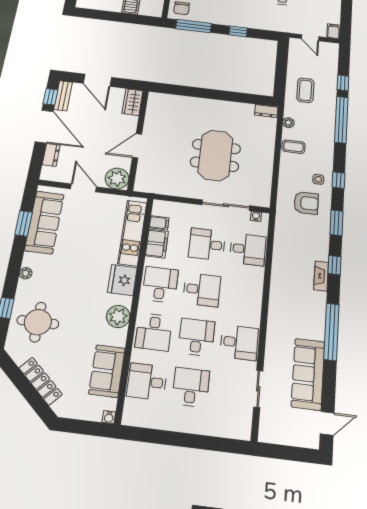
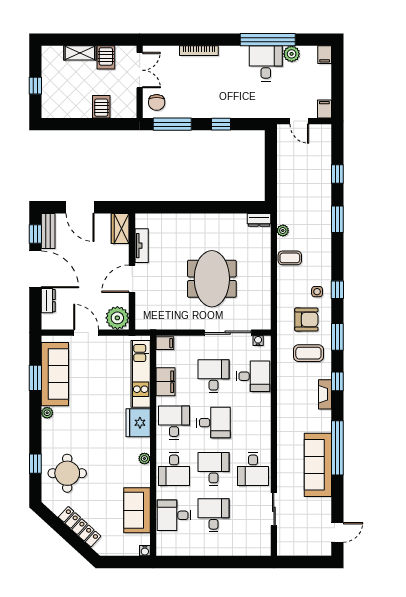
coffee table: (305, 90) -> (308, 353), moved, turned 90
tv unit: (151, 119) -> (142, 246), added
window: (341, 120) -> (337, 219), width x0.47
filing cabinet: (159, 223) -> (165, 343), moved
desk: (207, 244) -> (214, 376), turned 90
plant: (26, 273) -> (47, 413), moved
plant: (118, 316) -> (144, 459), width x0.53, depth x0.53
desk: (239, 342) -> (253, 469), turned 90
sofa: (308, 374) -> (318, 465), moved

